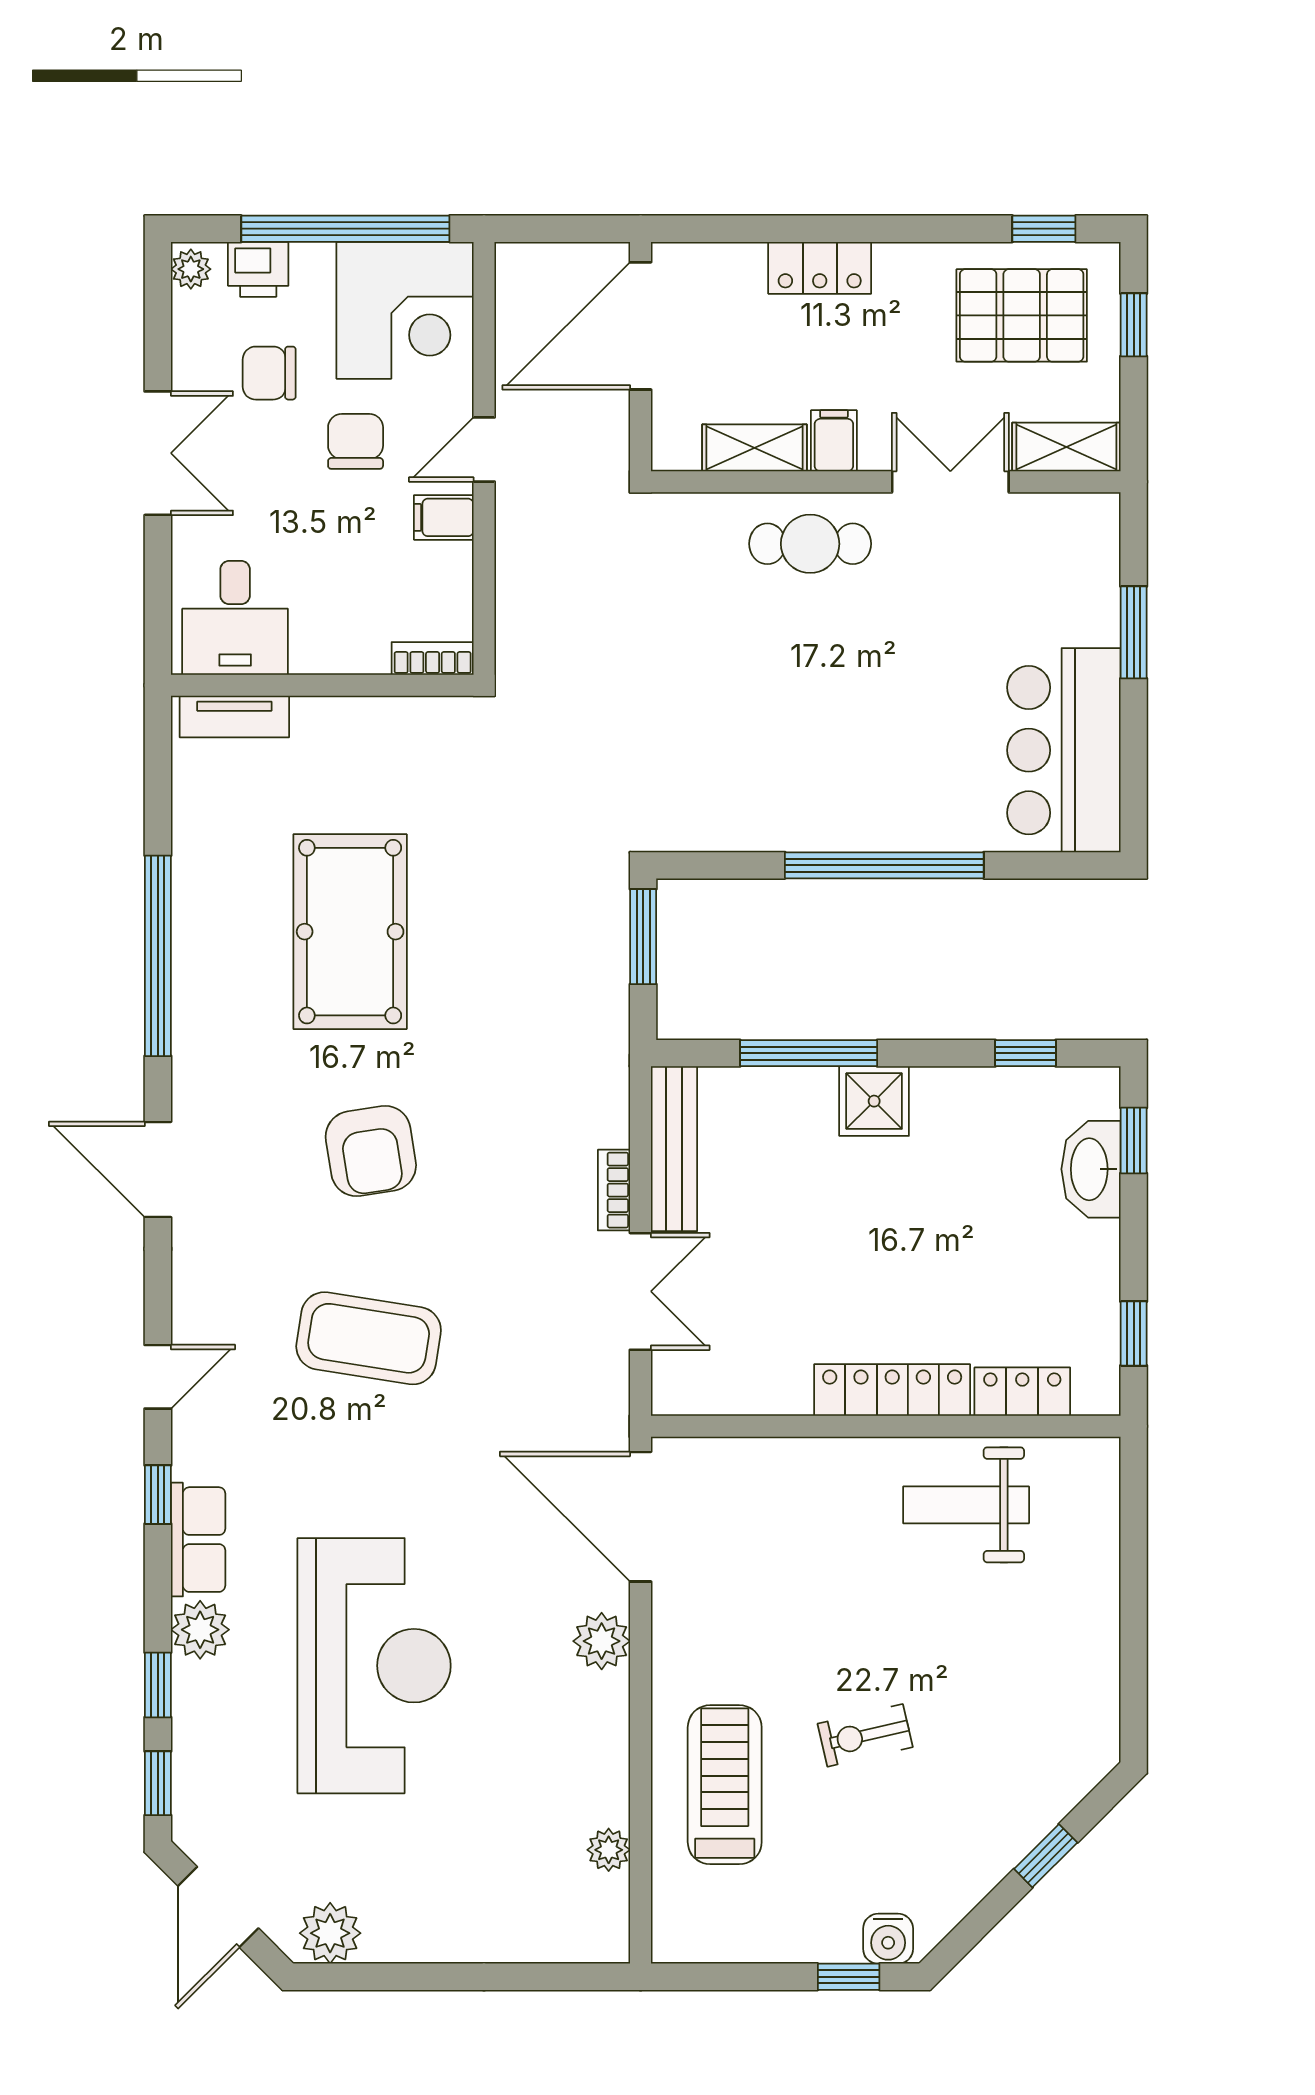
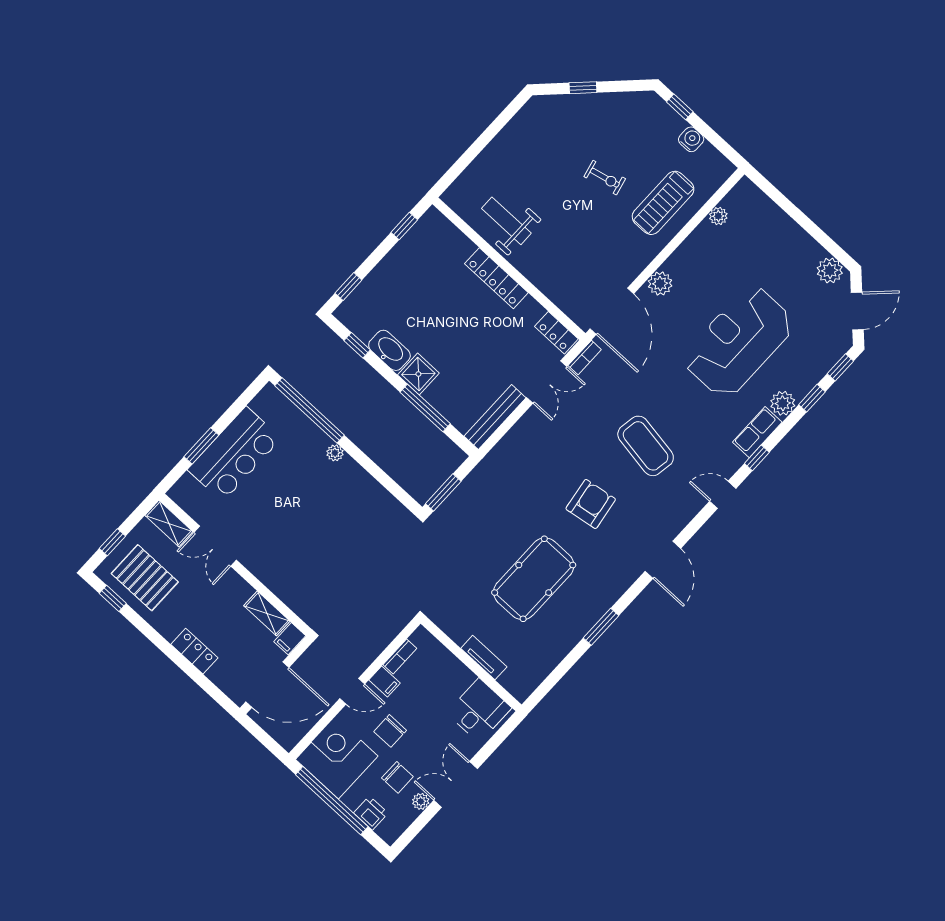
plant: (191, 269) -> (421, 801), moved
filing cabinet: (834, 441) -> (290, 639), moved
cafe table: (810, 544) -> (277, 567), removed
bookcase: (433, 658) -> (400, 656), moved, turned -90
tv unit: (234, 717) -> (484, 658), moved
bar counter: (1064, 750) -> (234, 454), moved
plant: (892, 833) -> (335, 453), added
window: (884, 865) -> (309, 410), moved
window: (158, 956) -> (601, 627), width x0.47
washbasin: (1091, 1169) -> (389, 350), moved, turned -90
bookcase: (614, 1190) -> (585, 358), moved
double door: (641, 1291) -> (547, 382), swing flipped
locker: (1022, 1392) -> (556, 333), moved
weight bench: (966, 1505) -> (506, 221), turned 180
water cooler: (888, 1939) -> (691, 139), moved

